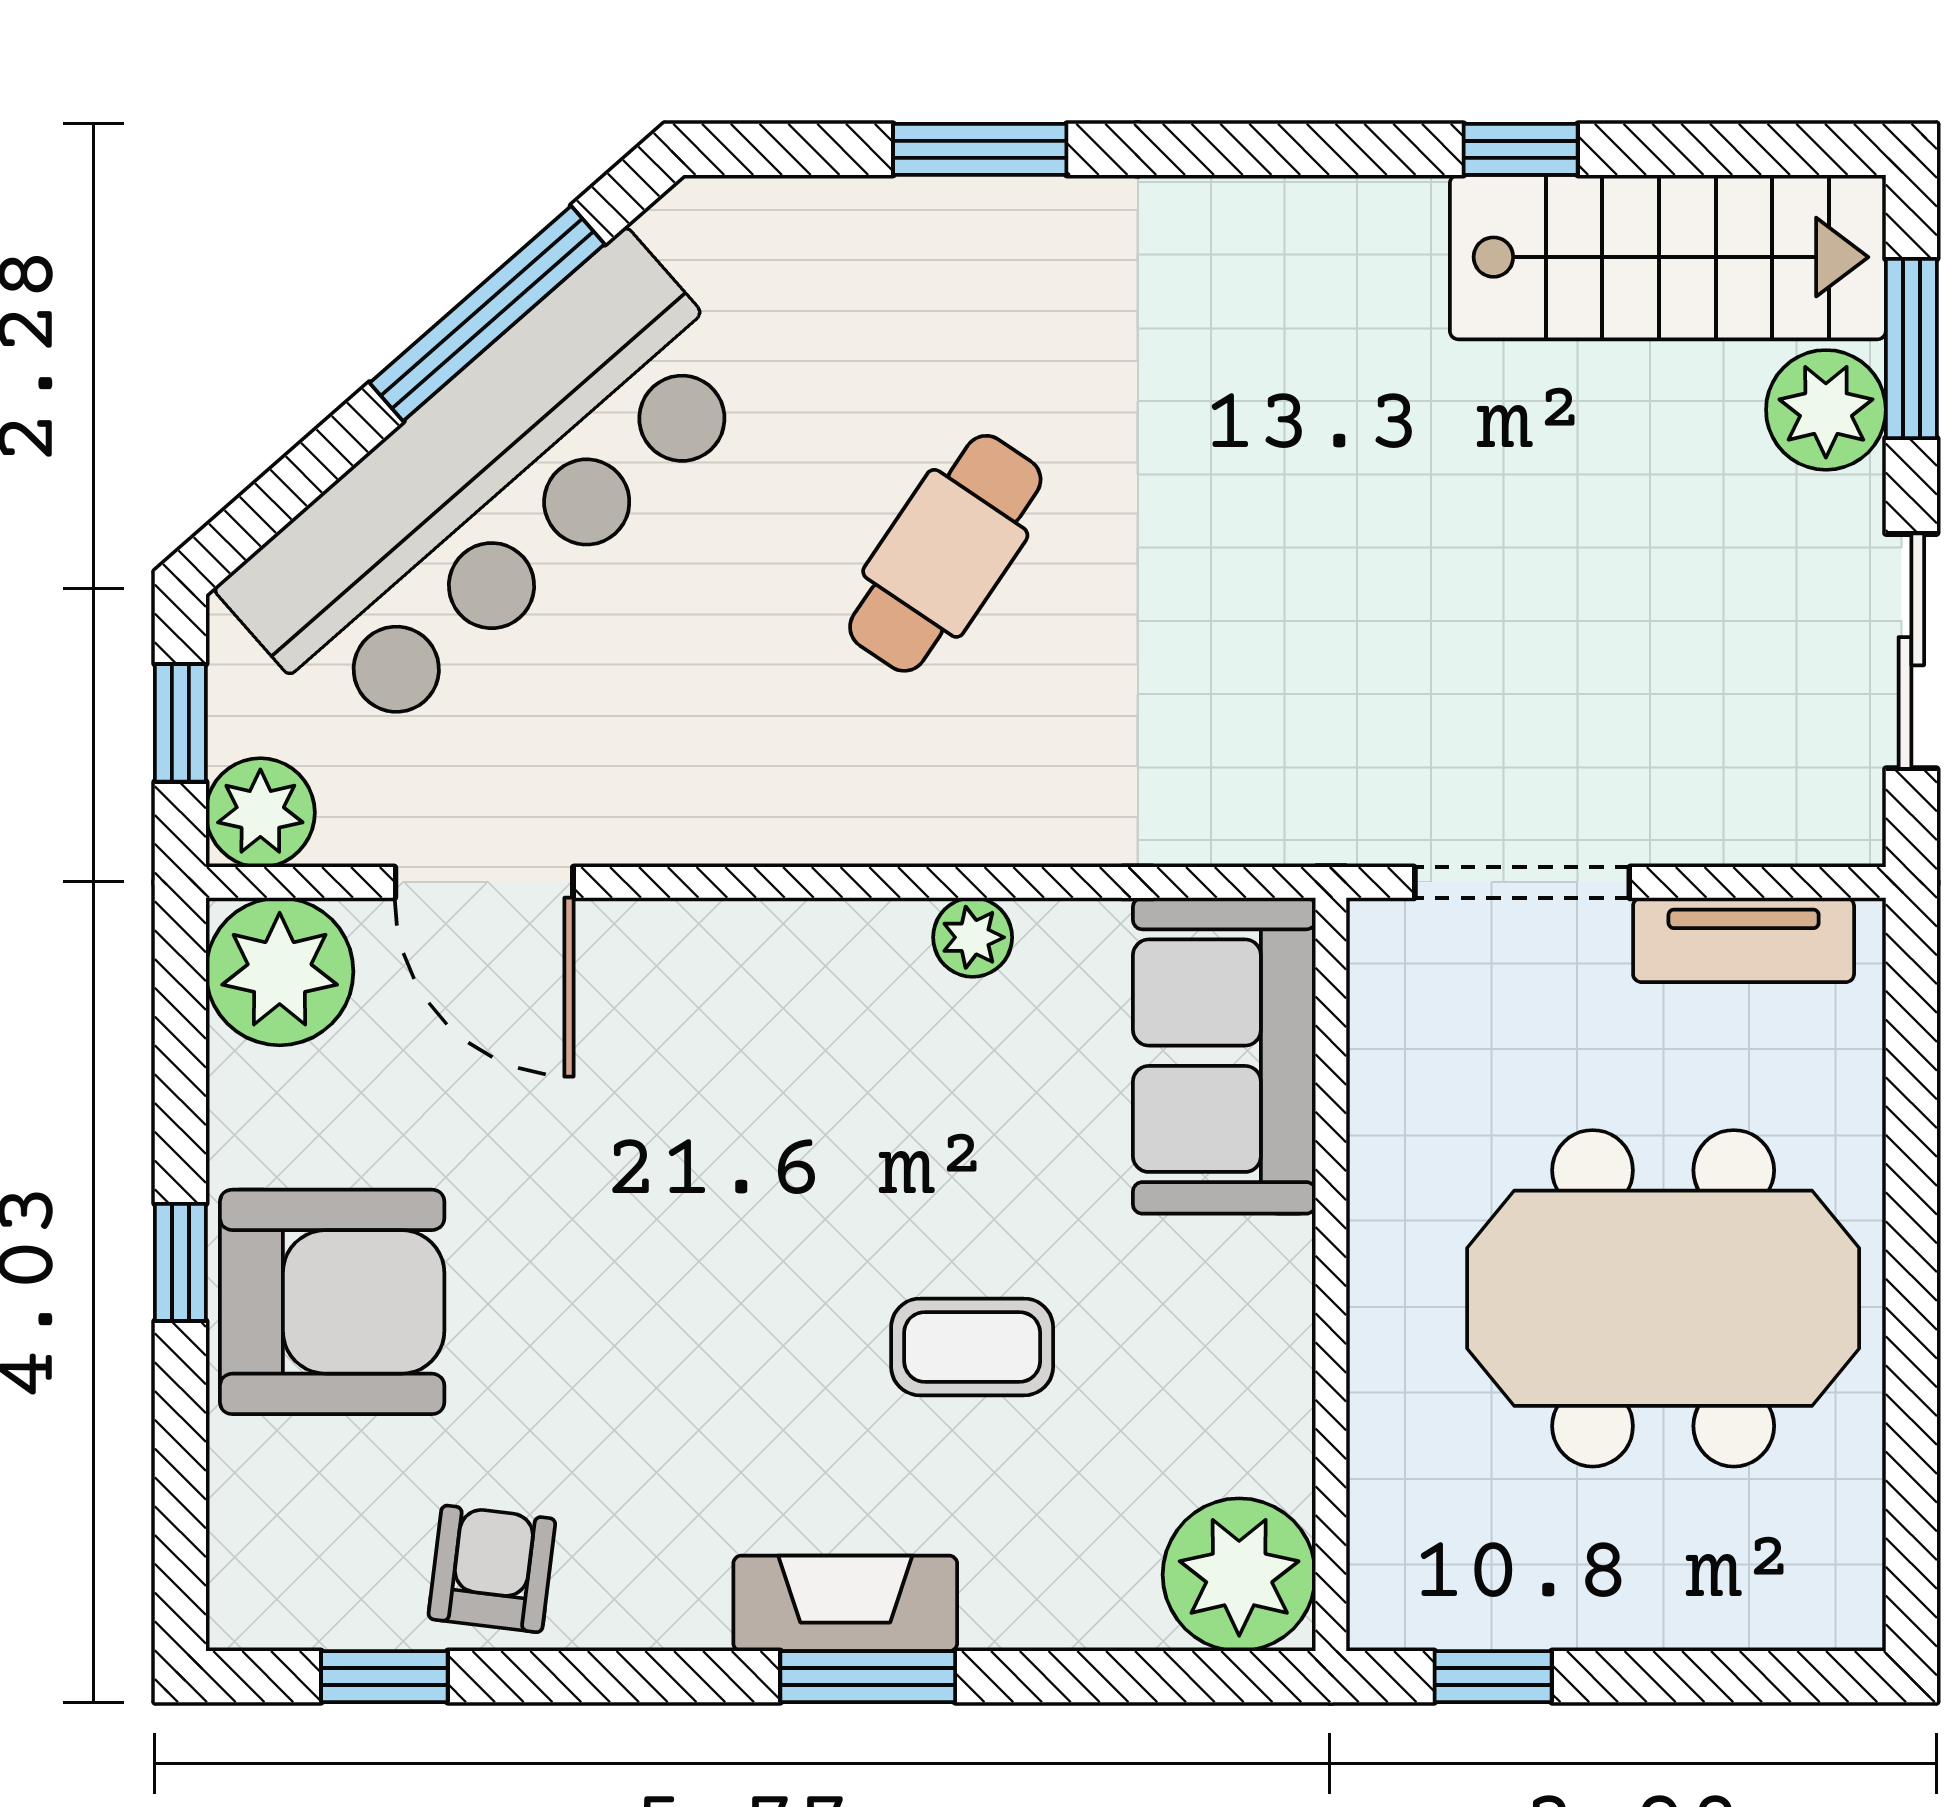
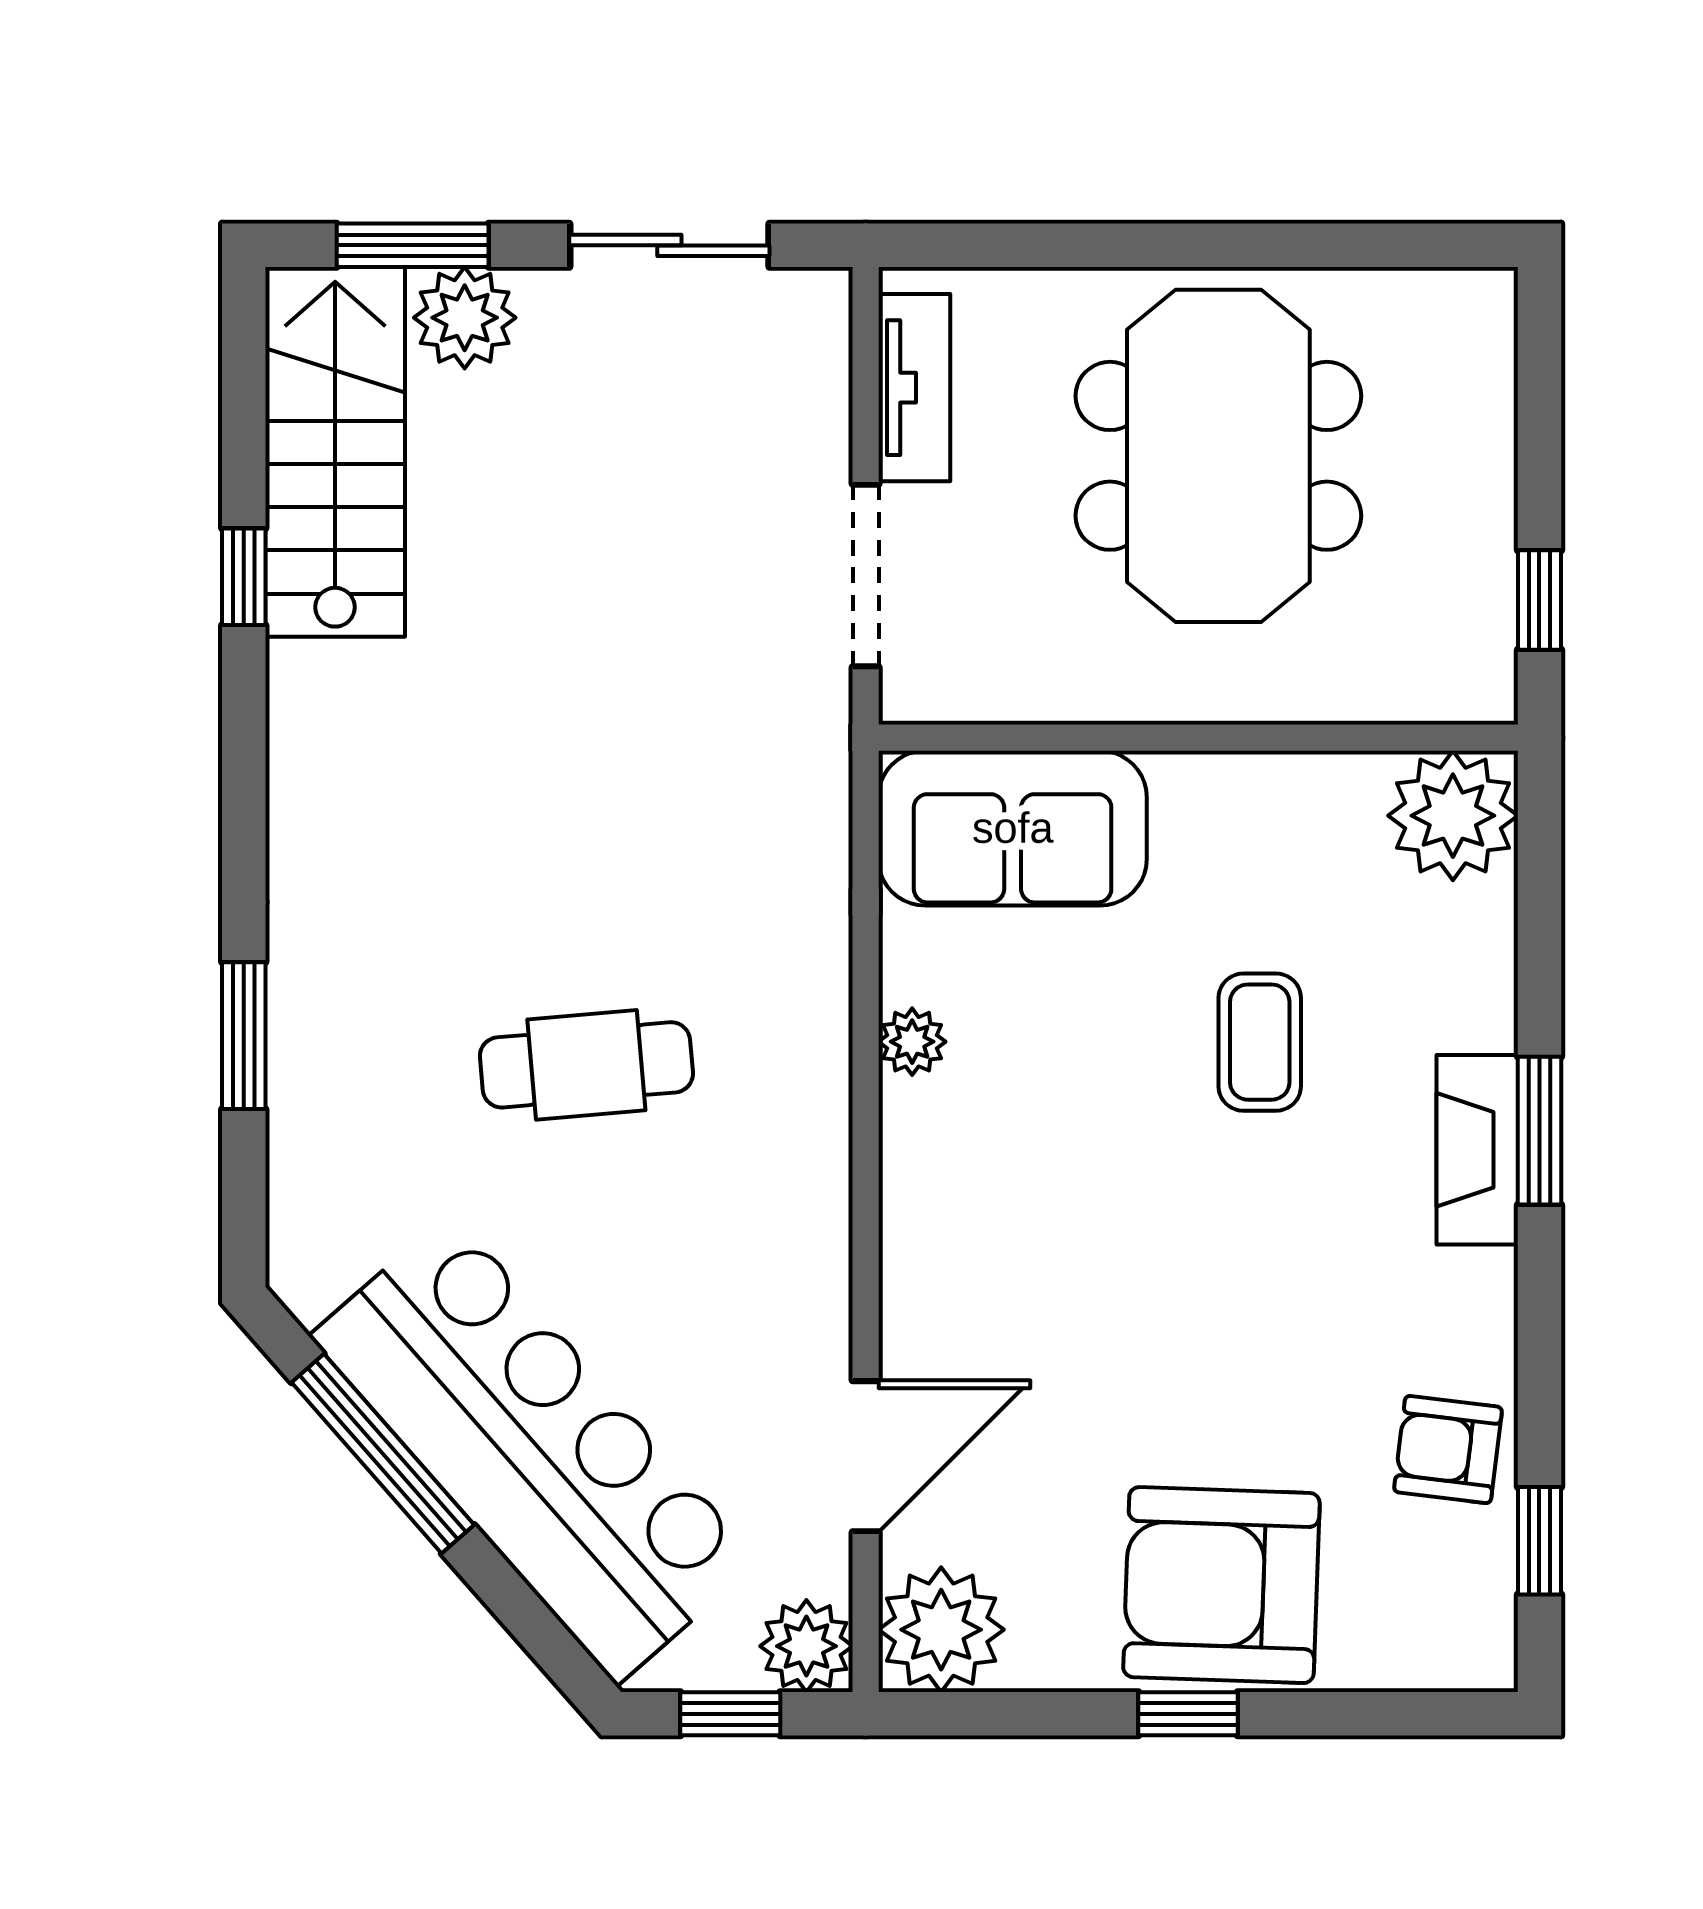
cafe table: (945, 553) -> (586, 1065), turned -39
armchair: (332, 1302) -> (1221, 1585), turned -88

